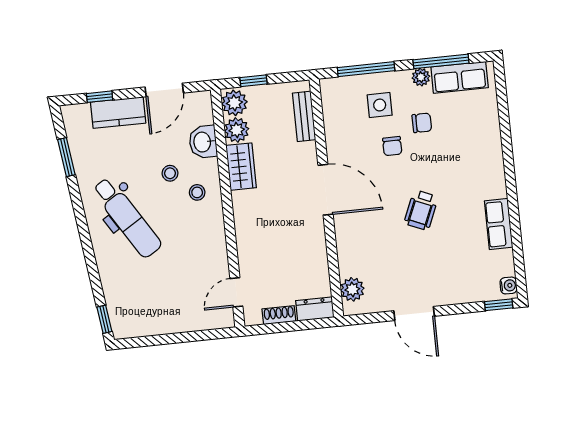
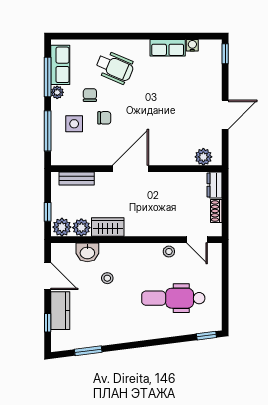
stool: (197, 192) -> (169, 252), moved
wheelchair: (421, 210) -> (115, 67), moved, width x1.36, depth x1.37
dental chair: (127, 218) -> (173, 298), moved, turned -148
water cooler: (509, 285) -> (192, 45), moved

